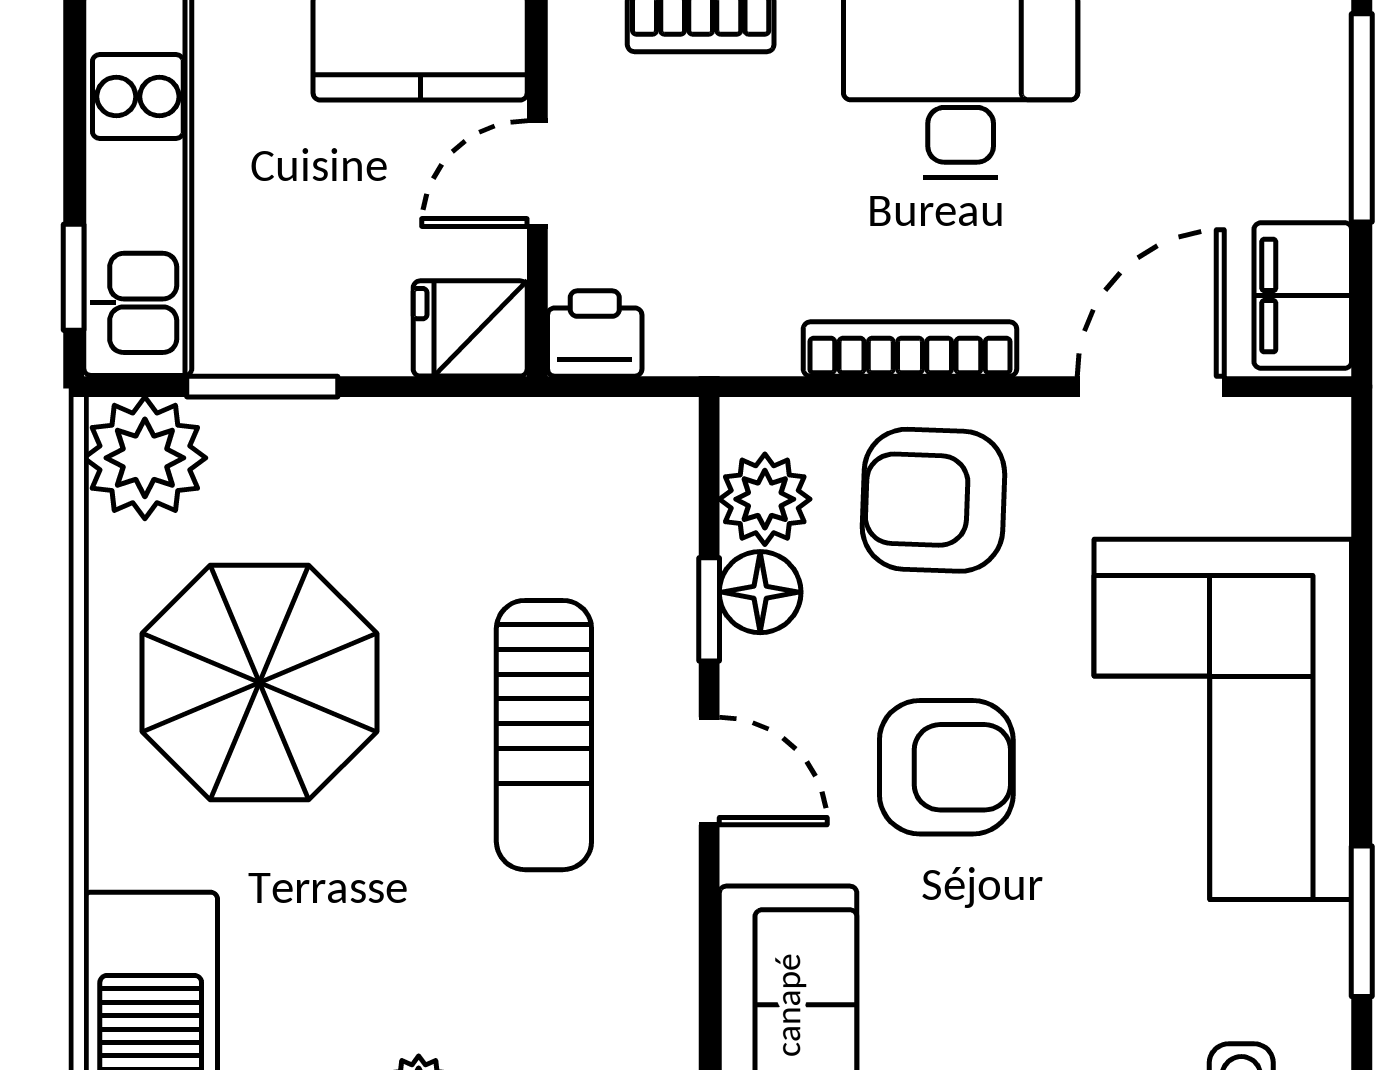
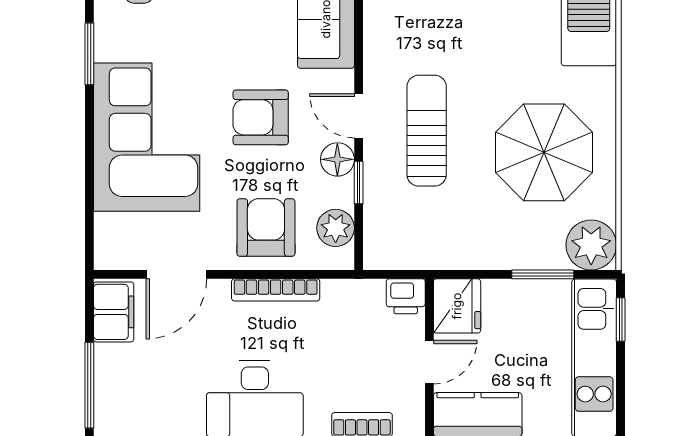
fridge: (470, 328) -> (457, 306), width x1.38
armchair: (933, 500) -> (266, 227), turned -92
floor lamp: (760, 592) -> (337, 159), moved

